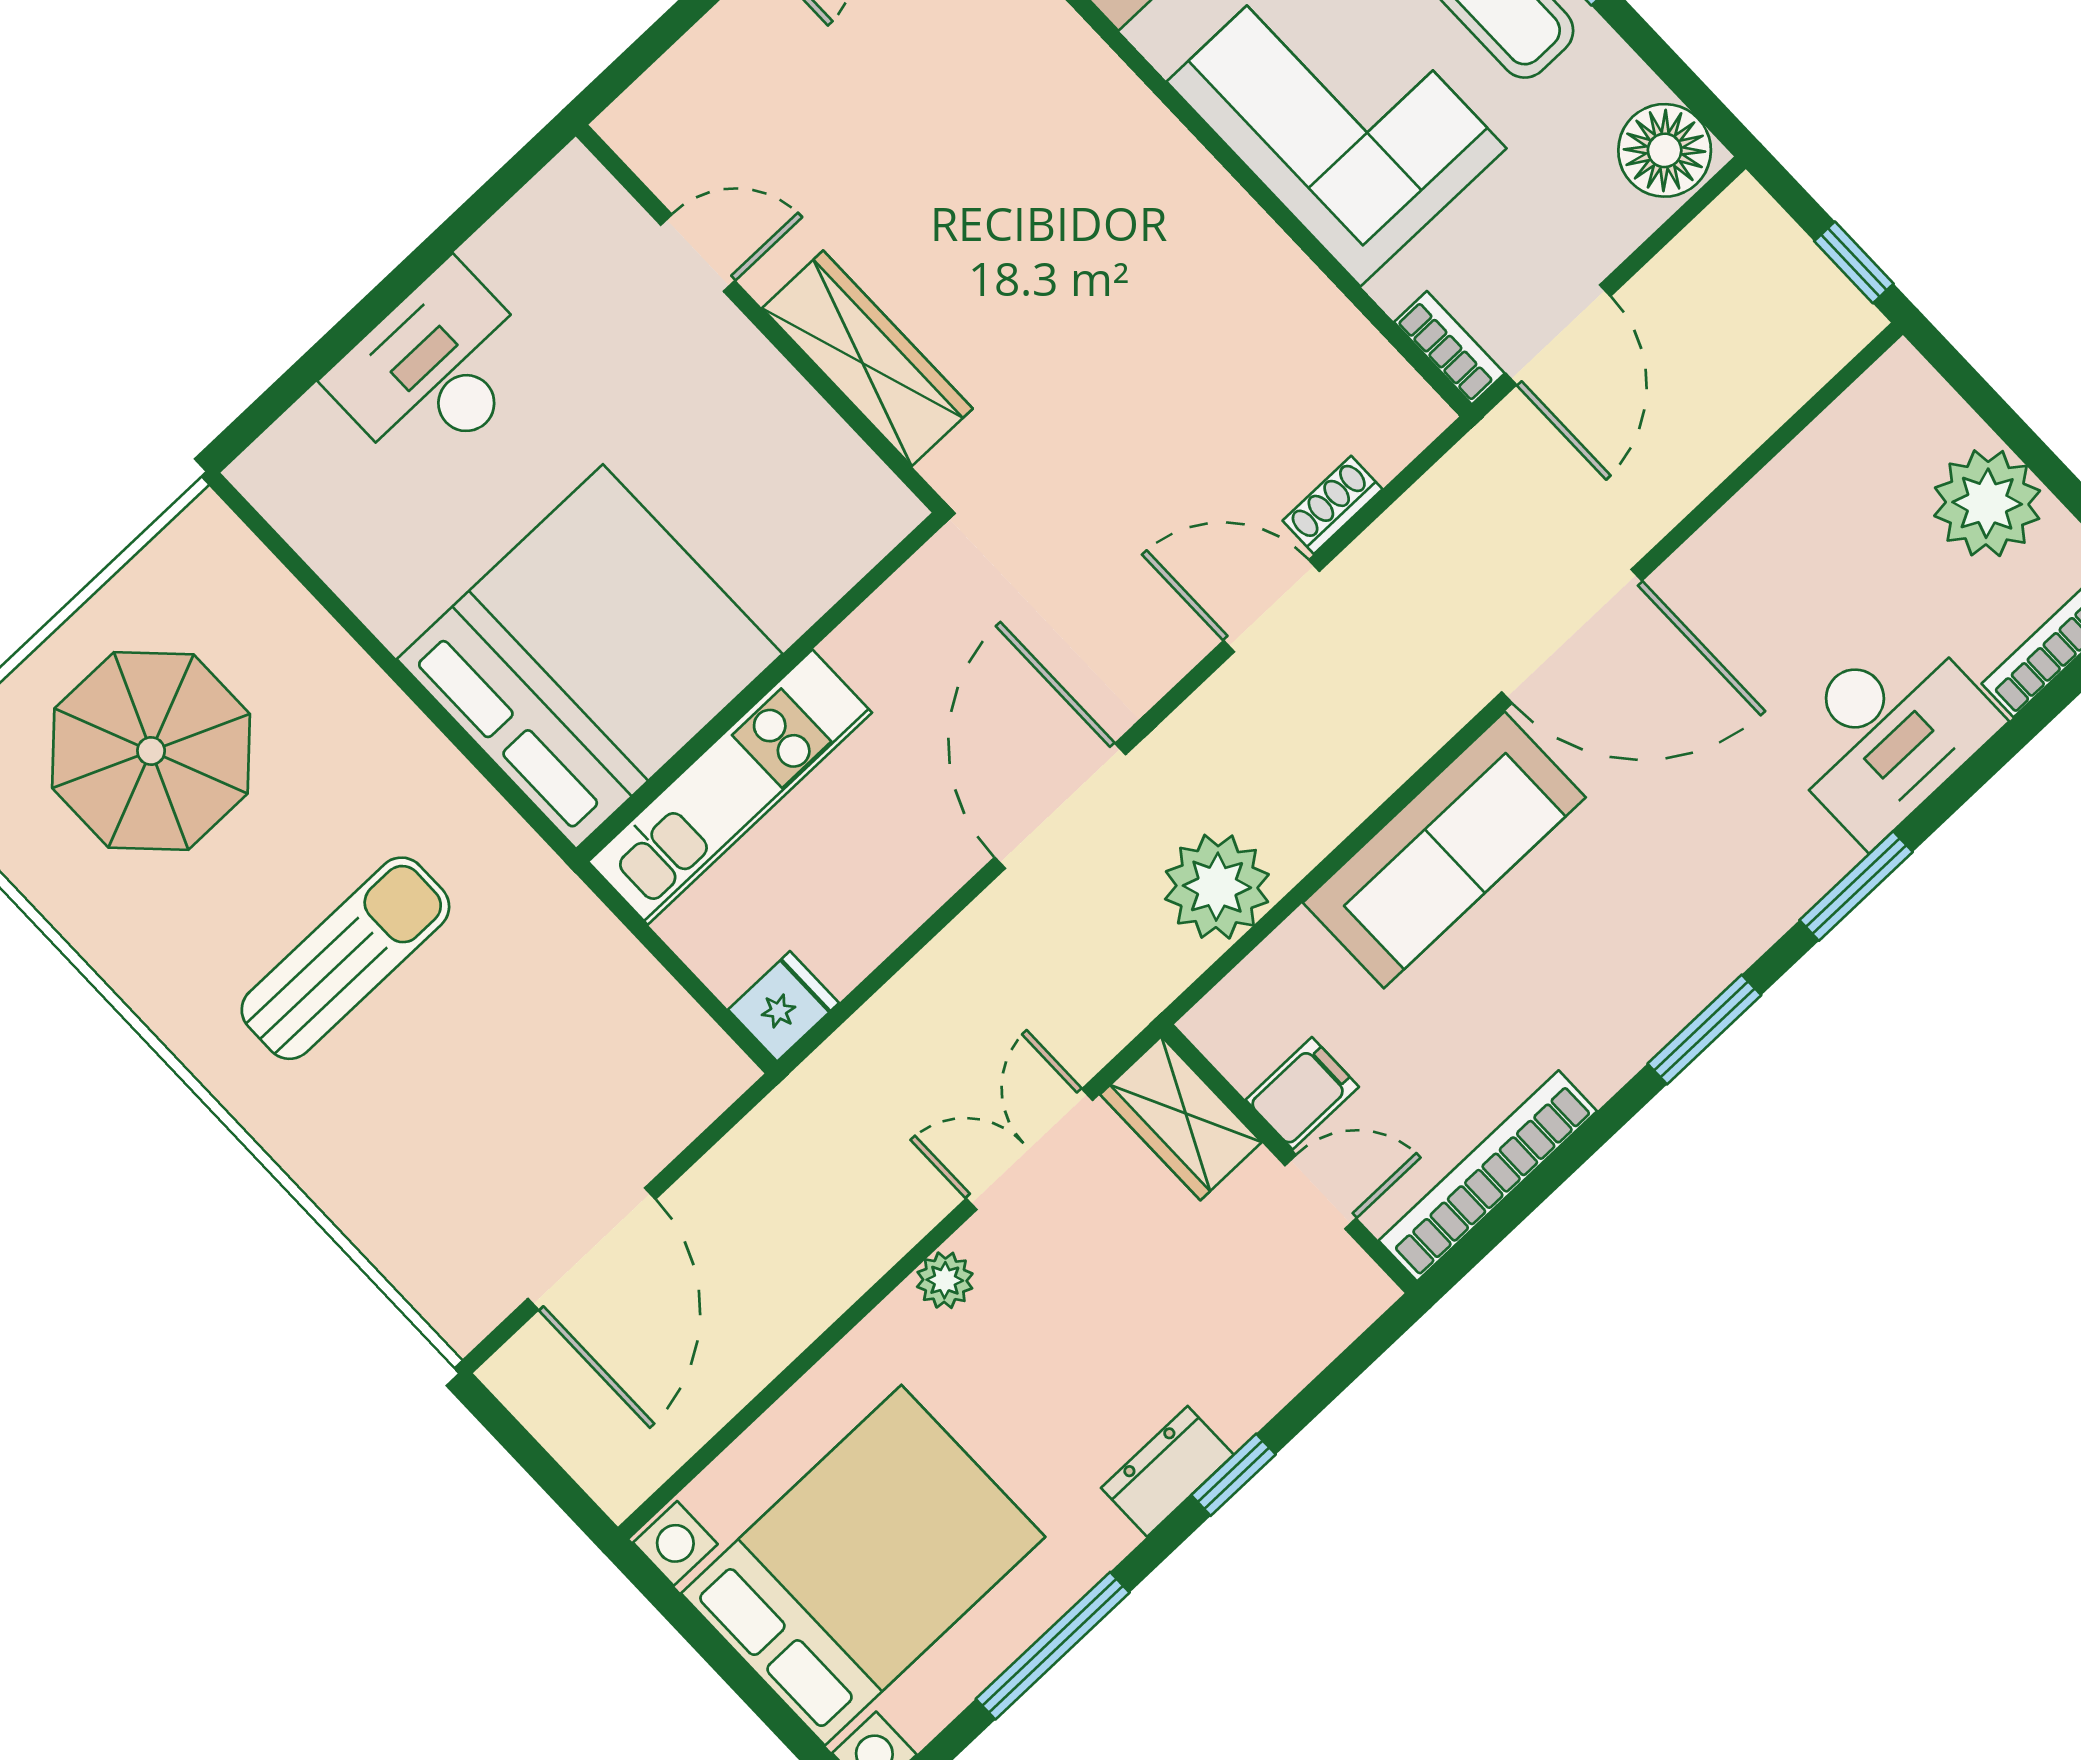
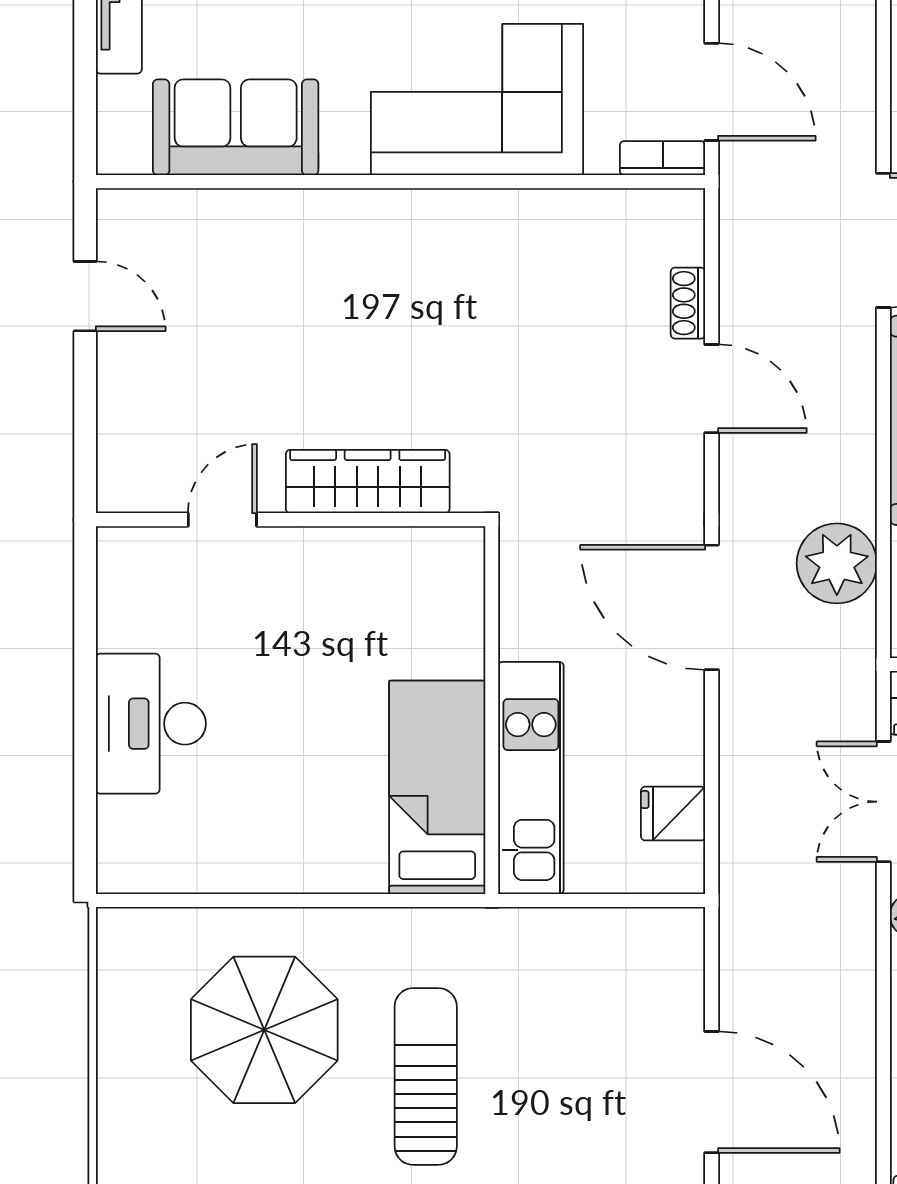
door: (1272, 606) -> (712, 389), swing flipped
bed: (590, 657) -> (437, 787), width x0.49
parasol: (151, 751) -> (264, 1030), moved
fridge: (784, 1006) -> (673, 814), moved, turned -90

